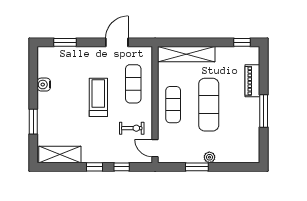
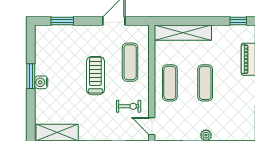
water cooler: (44, 85) -> (41, 82), moved
exercise mat: (209, 105) -> (205, 83), width x0.73, depth x0.69
window: (33, 122) -> (31, 76), moved

